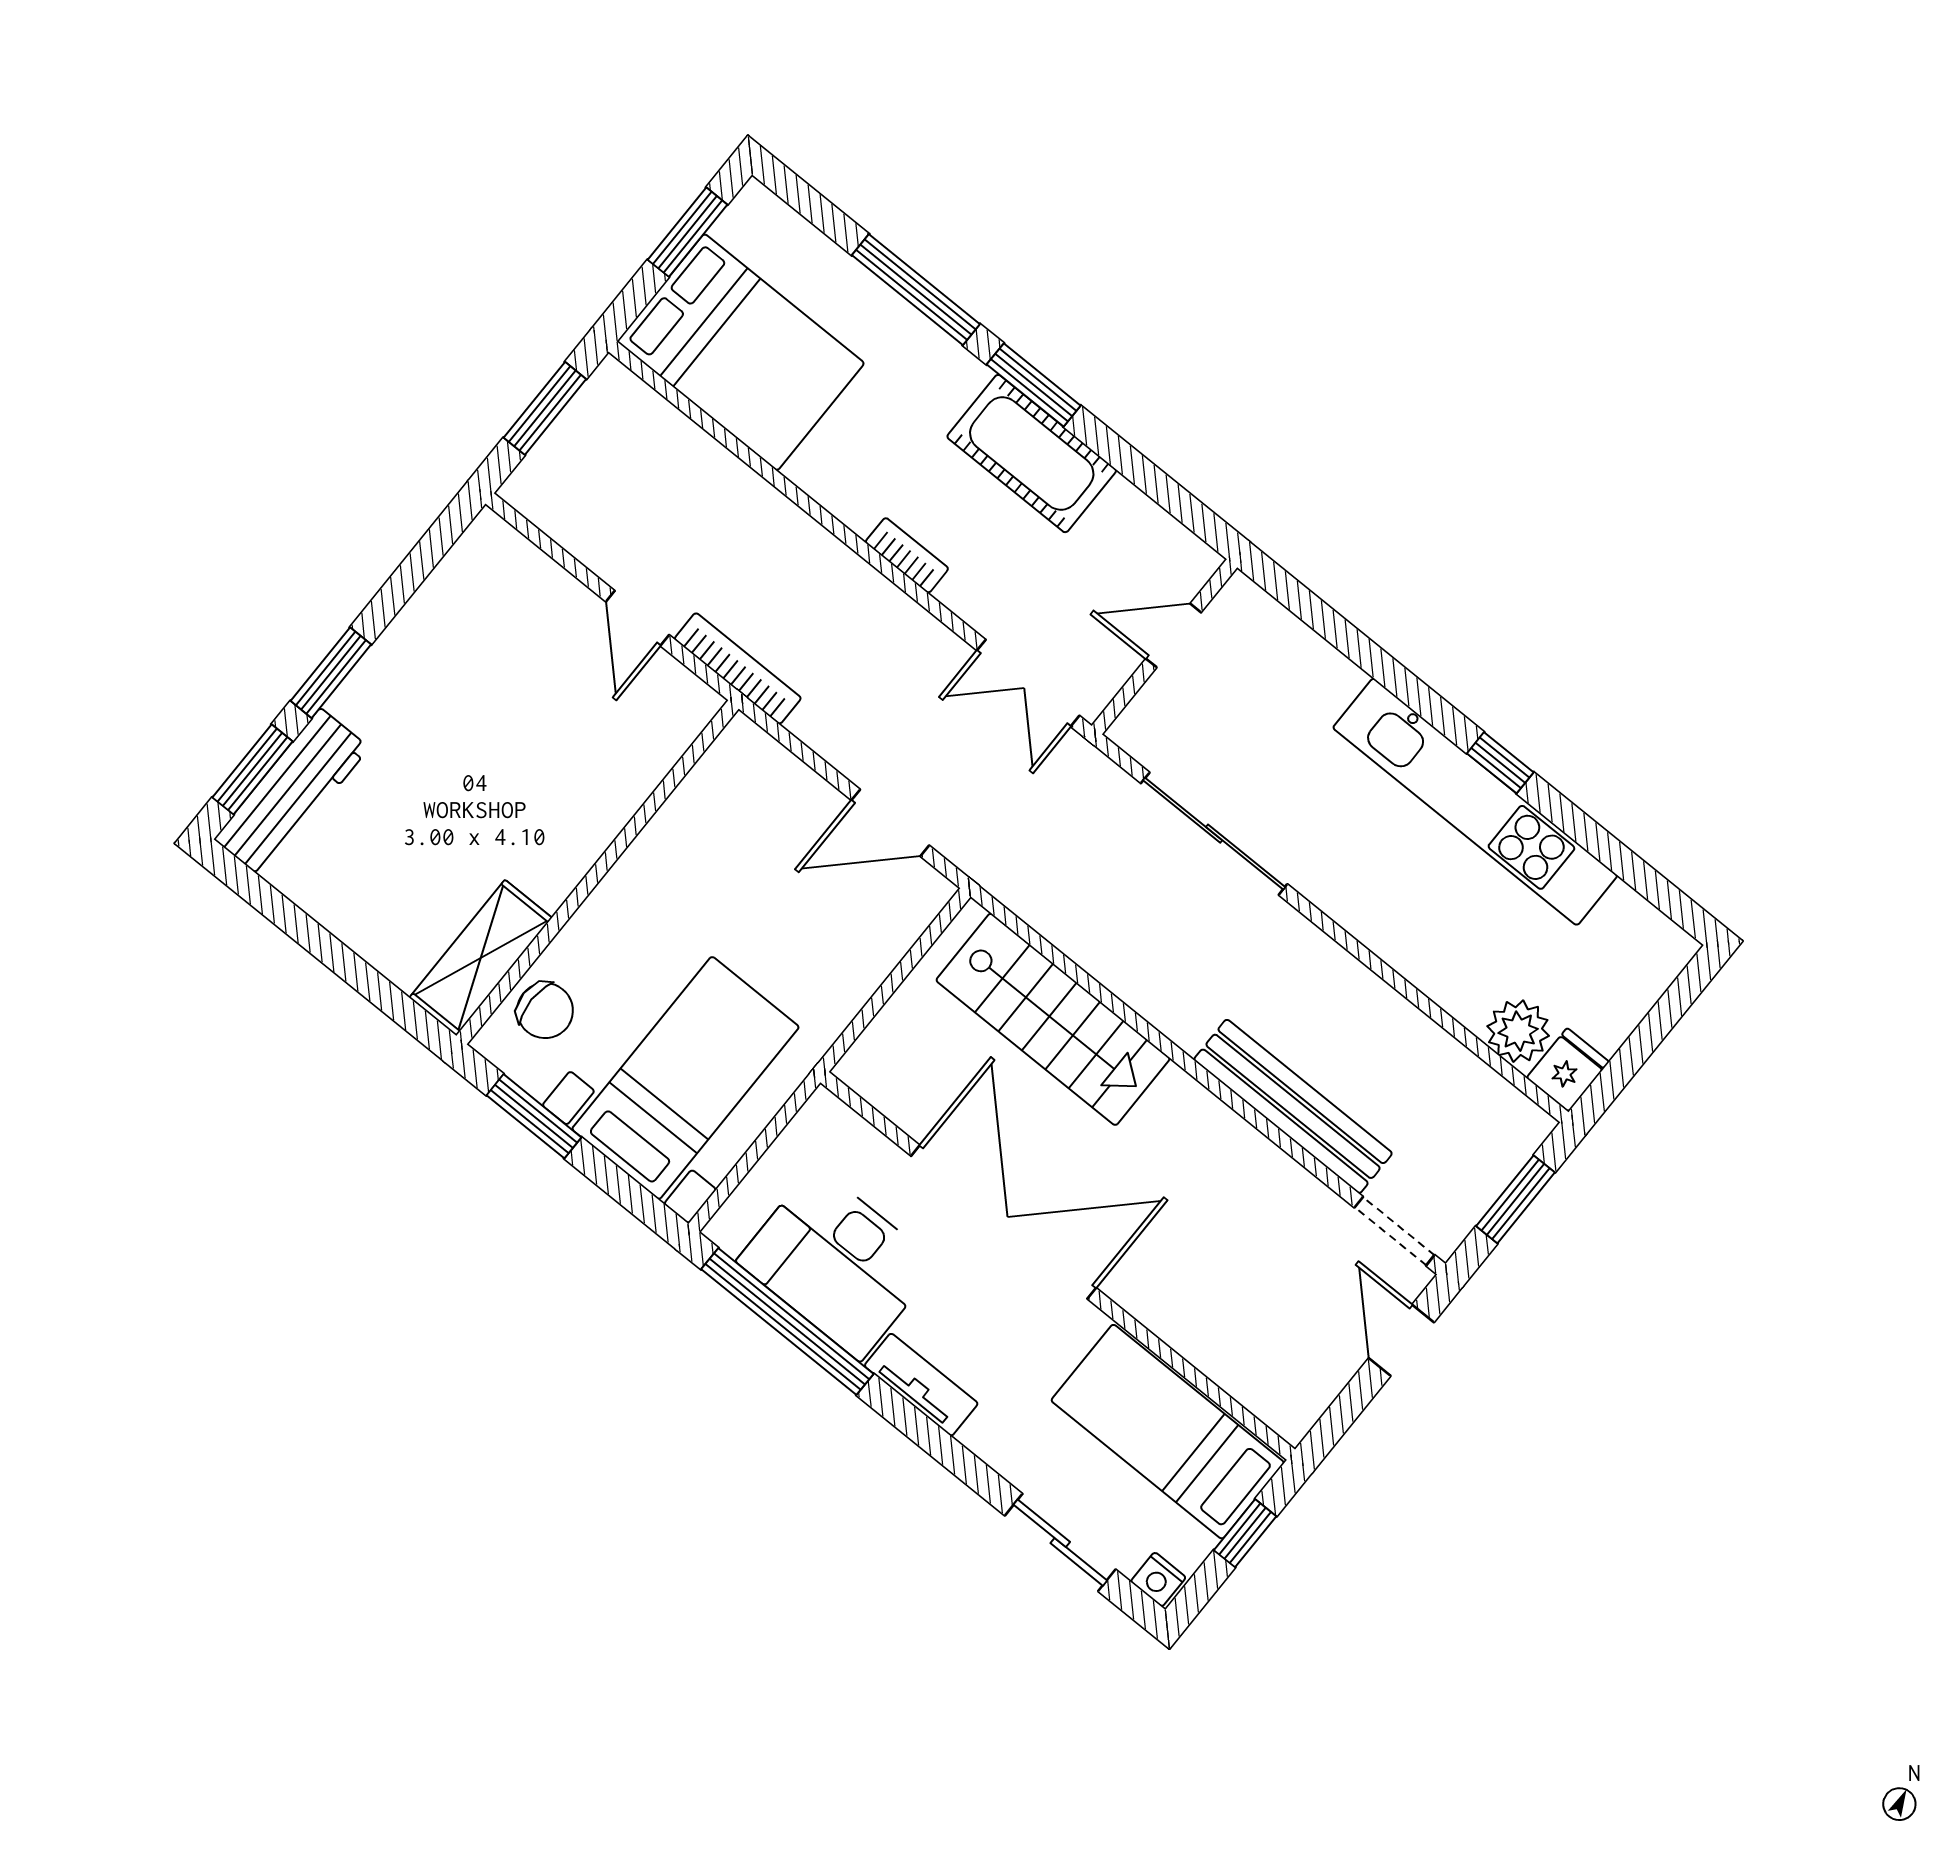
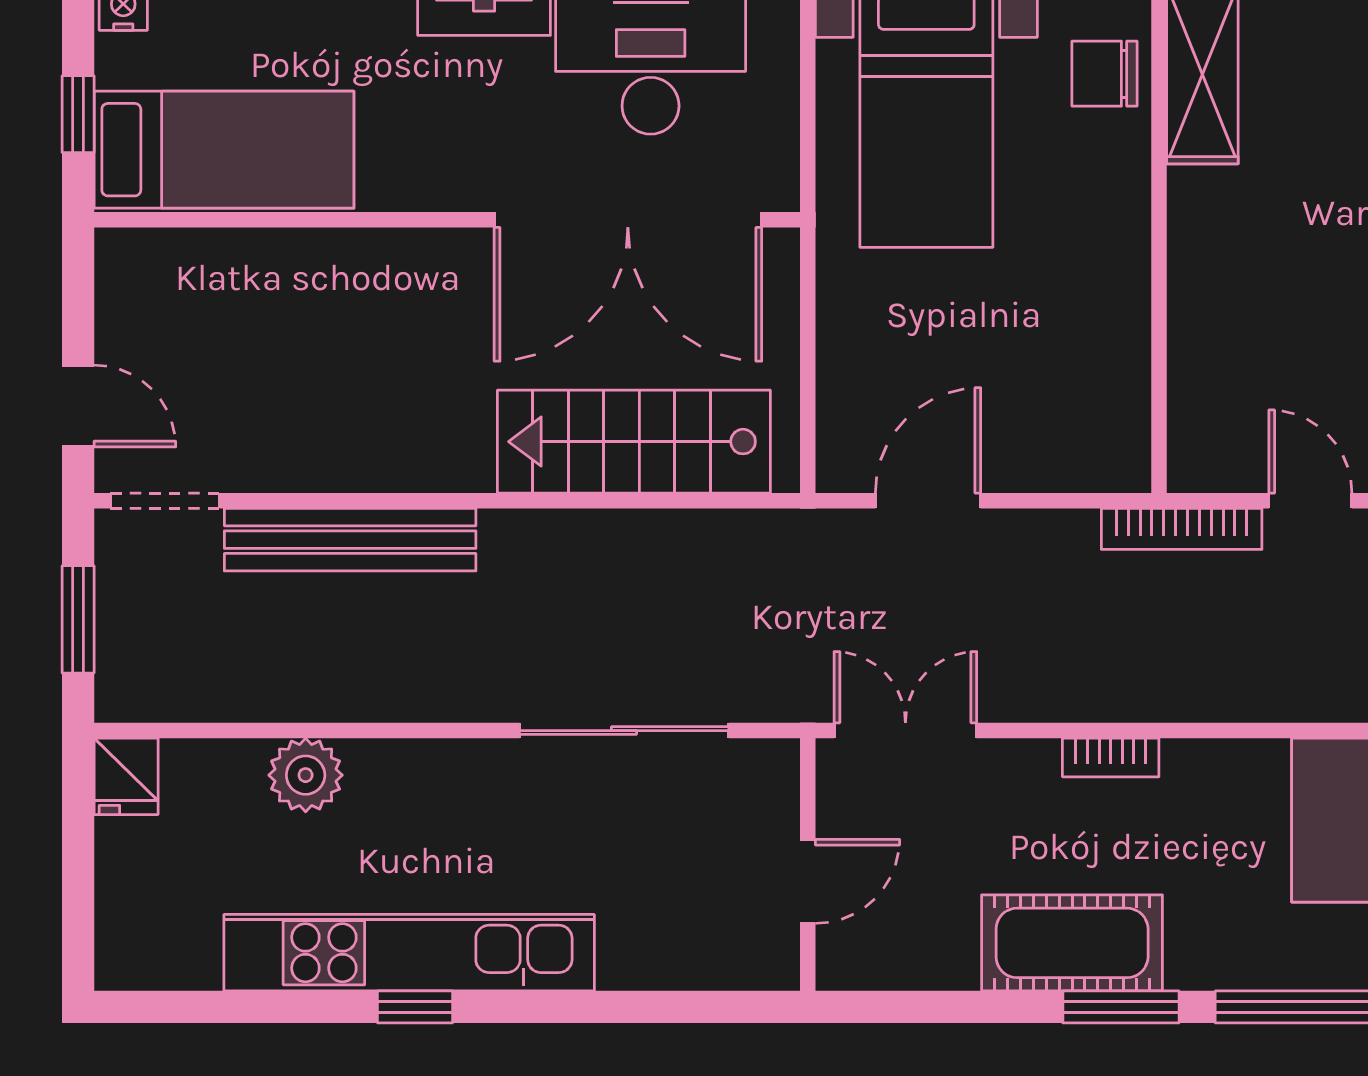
plant: (1518, 1031) -> (306, 775), moved
double door: (1004, 1222) -> (628, 220), moved

